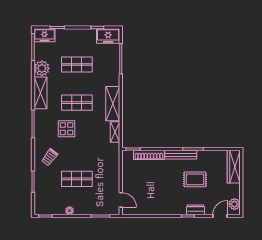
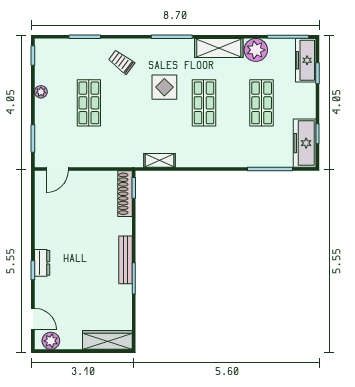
freezer: (44, 35) -> (306, 60), width x1.40
freezer: (108, 36) -> (305, 143), width x1.40
shelving: (113, 104) -> (202, 157), removed
shoe rack: (149, 155) -> (125, 194), moved
rug: (195, 179) -> (88, 281), removed
dresser: (196, 210) -> (42, 263), moved

